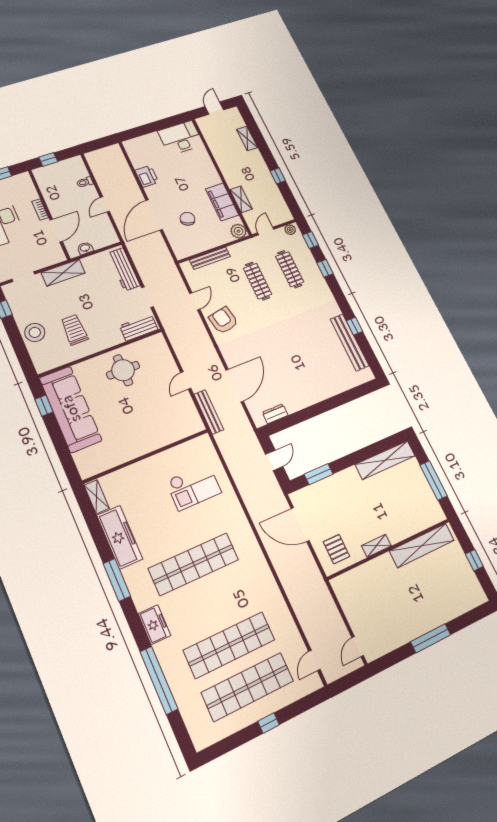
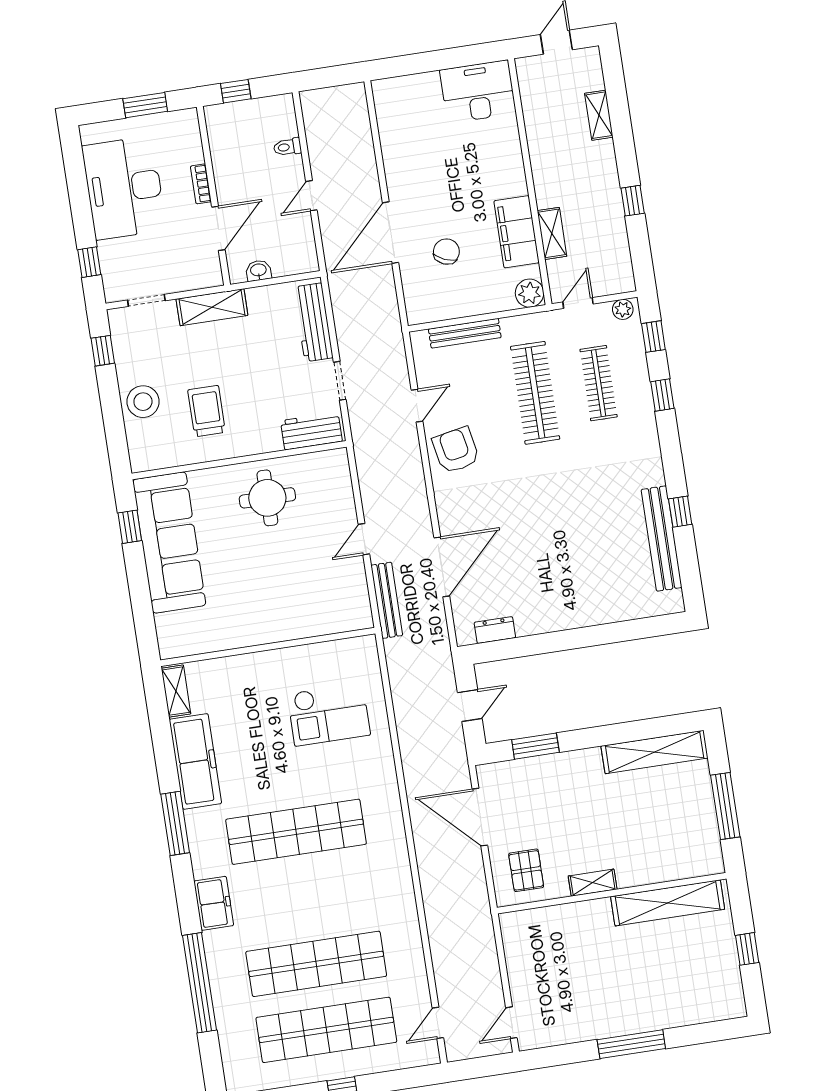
printer: (147, 176) -> (397, 156), removed
clothes rail: (257, 281) -> (535, 393), width x1.37, depth x1.31

